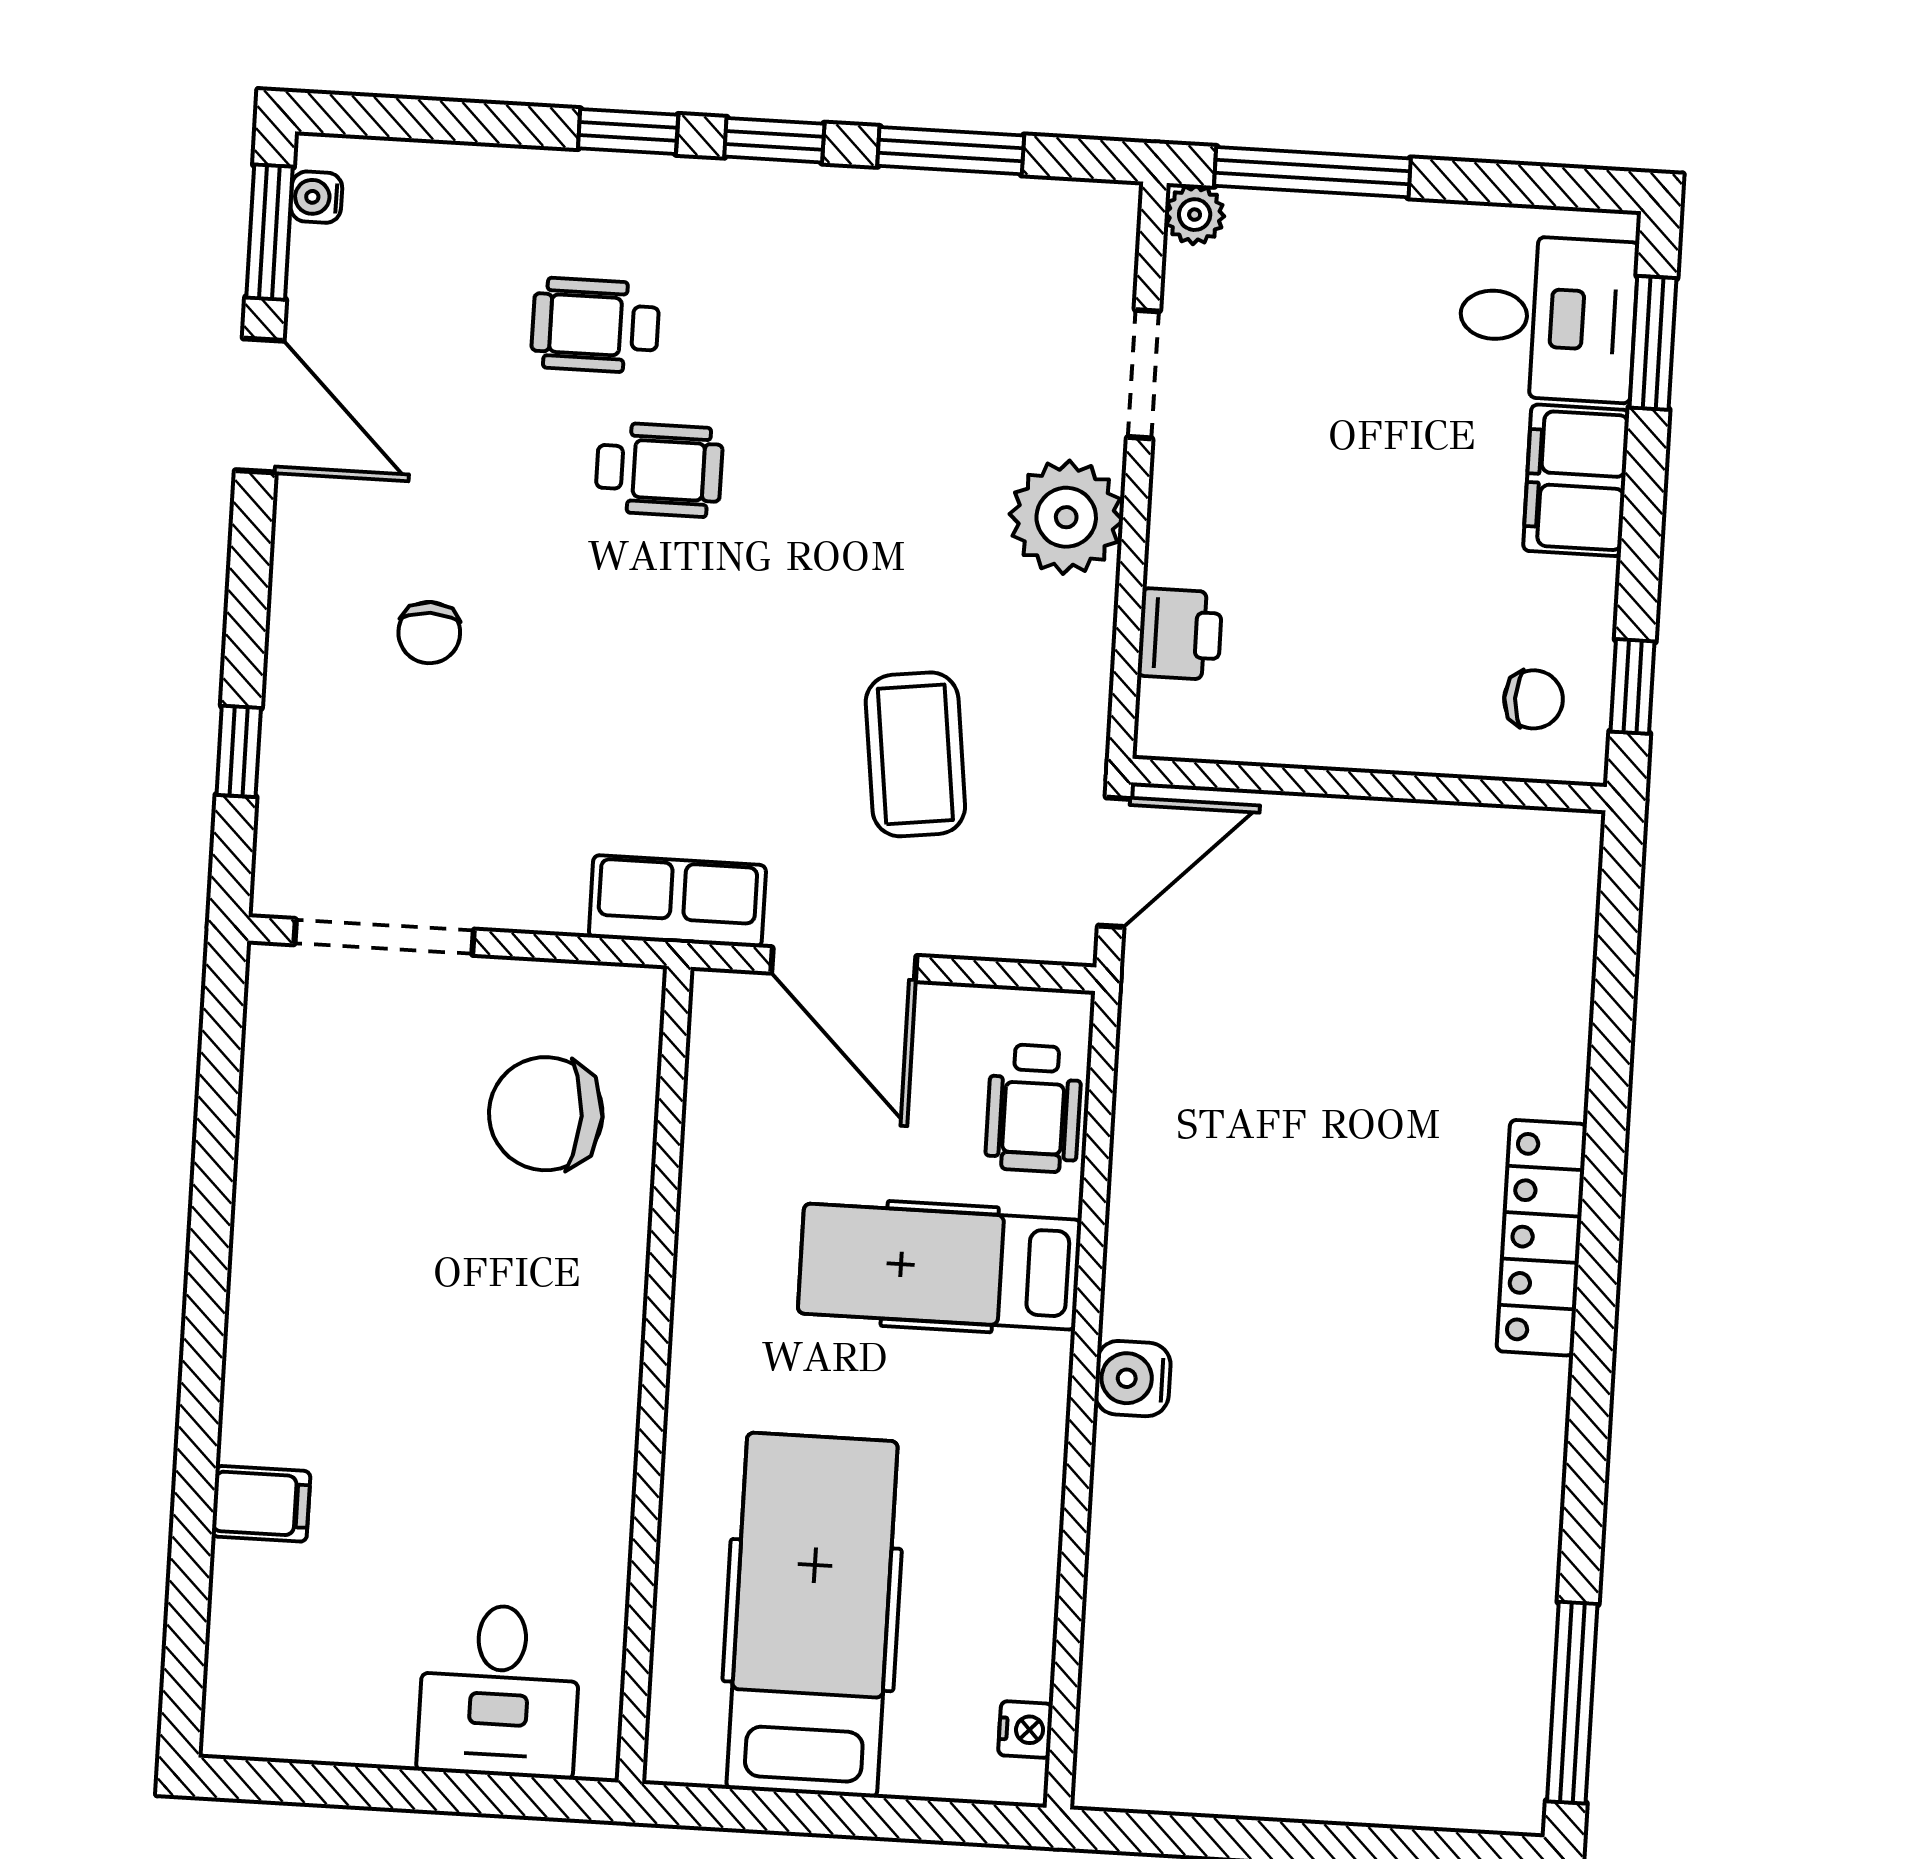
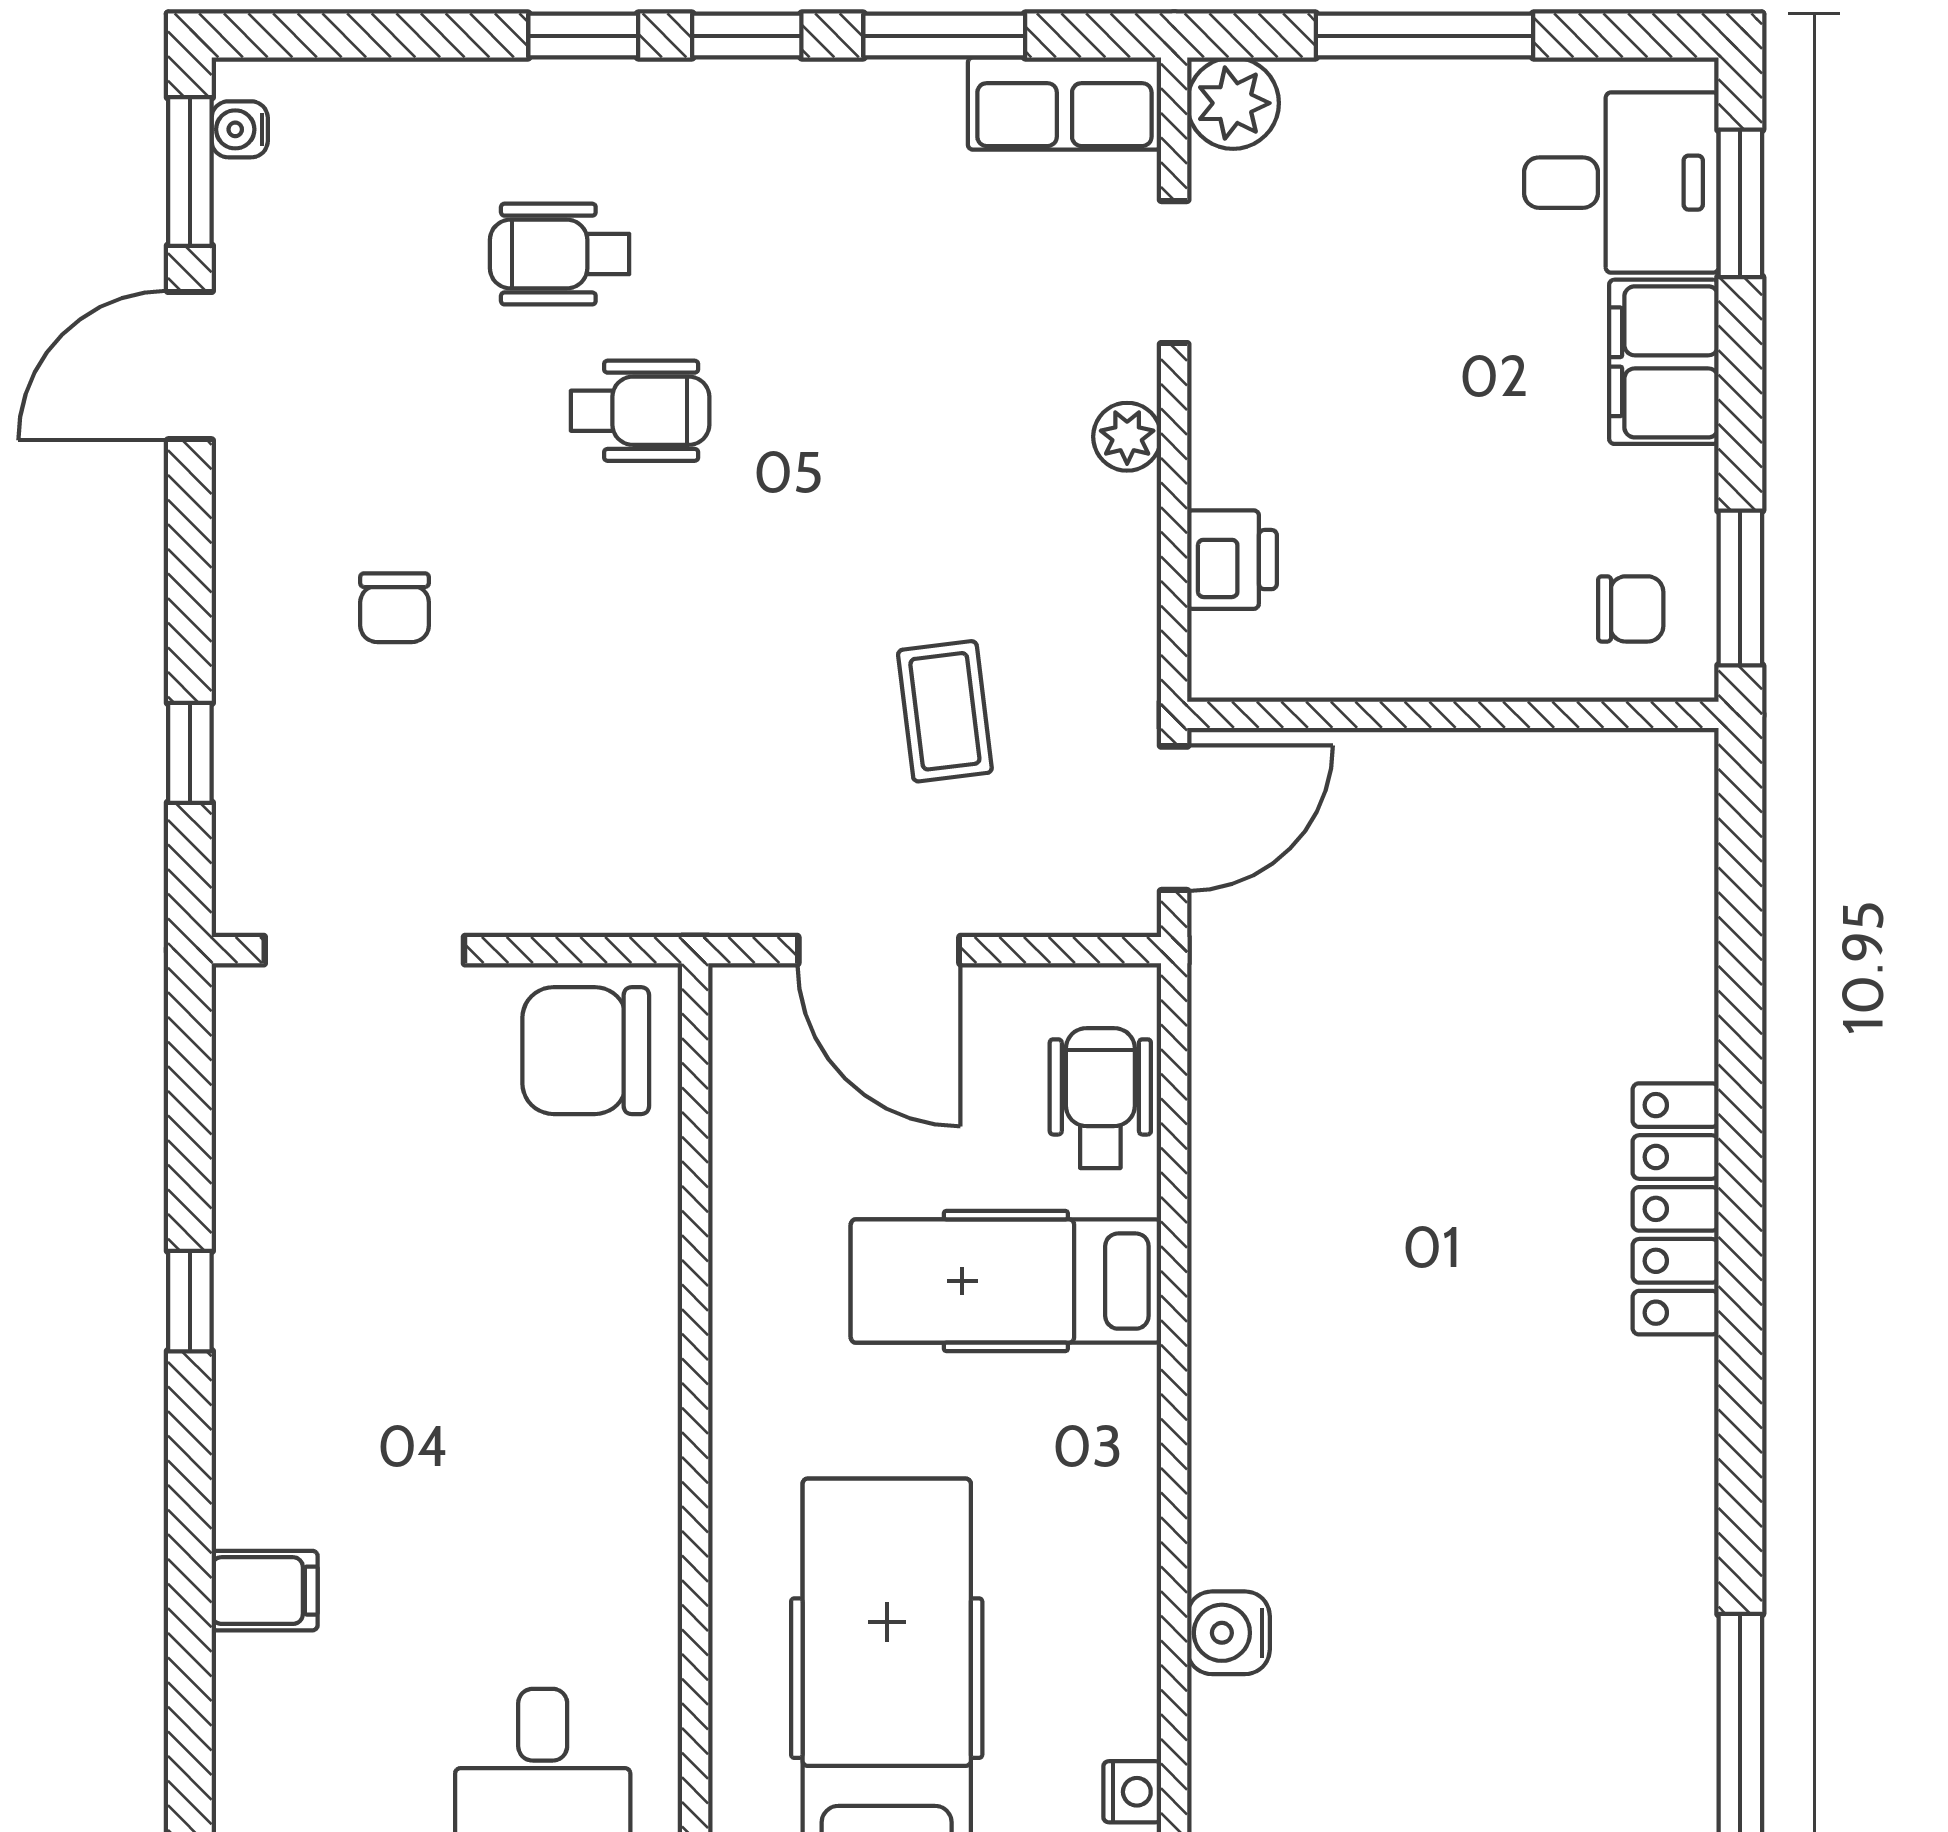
window: (1312, 172) -> (1424, 36), moved
plant: (1195, 215) -> (1233, 103), width x1.38, depth x1.38
door: (259, 405) -> (190, 366), swing flipped
plant: (1066, 517) -> (1127, 437), width x0.53, depth x0.53
window: (1633, 686) -> (1740, 588), width x1.50
coffee table: (915, 754) -> (945, 711), width x0.73, depth x0.77
row of seats: (677, 901) -> (1064, 104), moved, turned 180
wheelchair: (1034, 1108) -> (1100, 1098), turned 180
chair: (546, 1114) -> (586, 1051), moved
window: (210, 1241) -> (190, 1301), added
water cooler: (1133, 1379) -> (1228, 1633), moved

